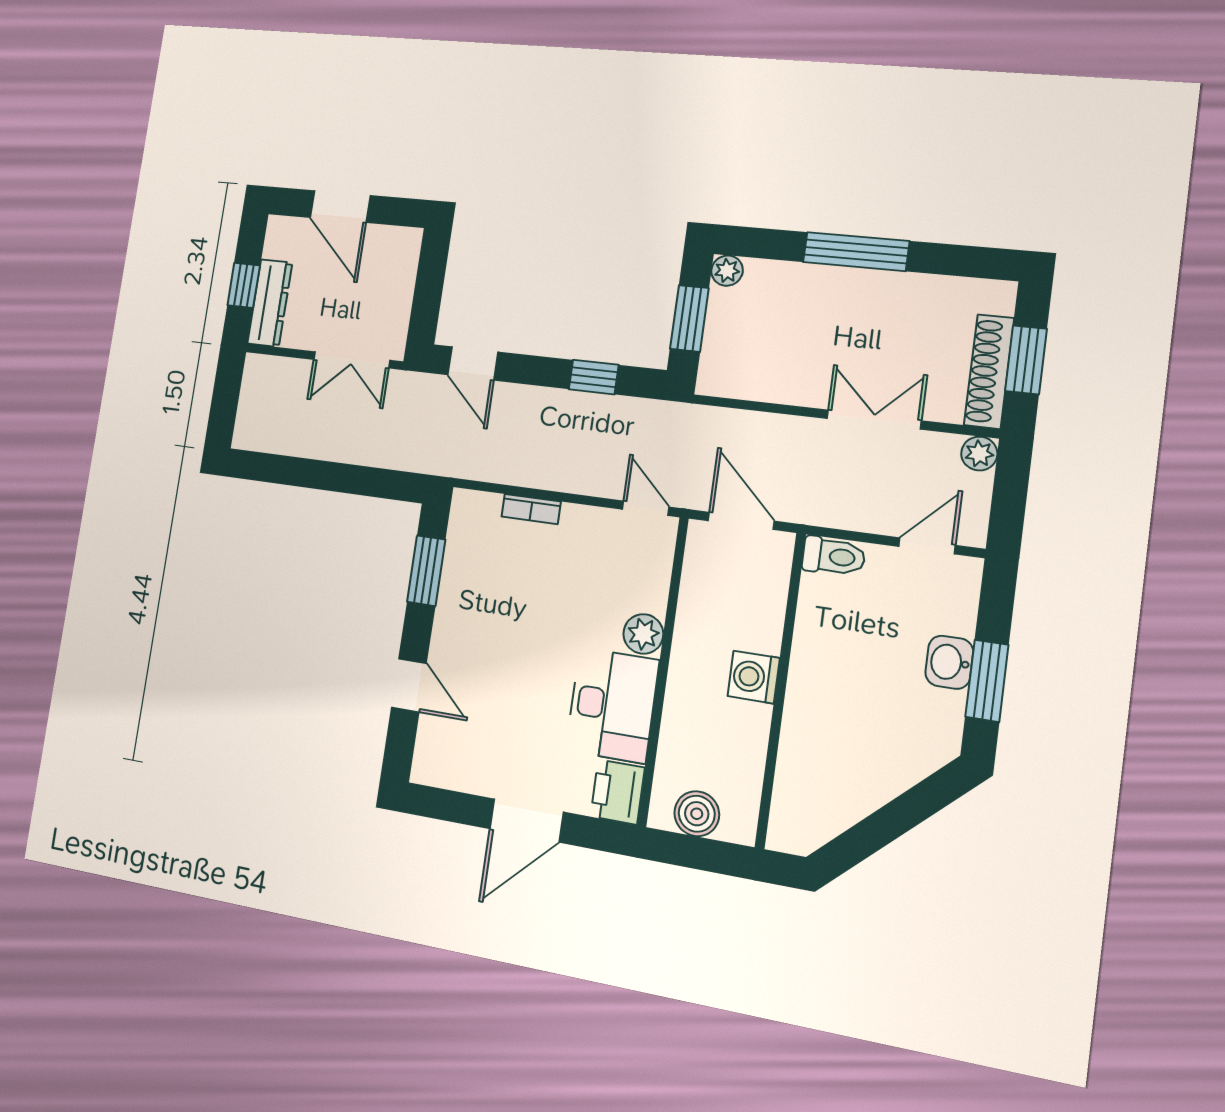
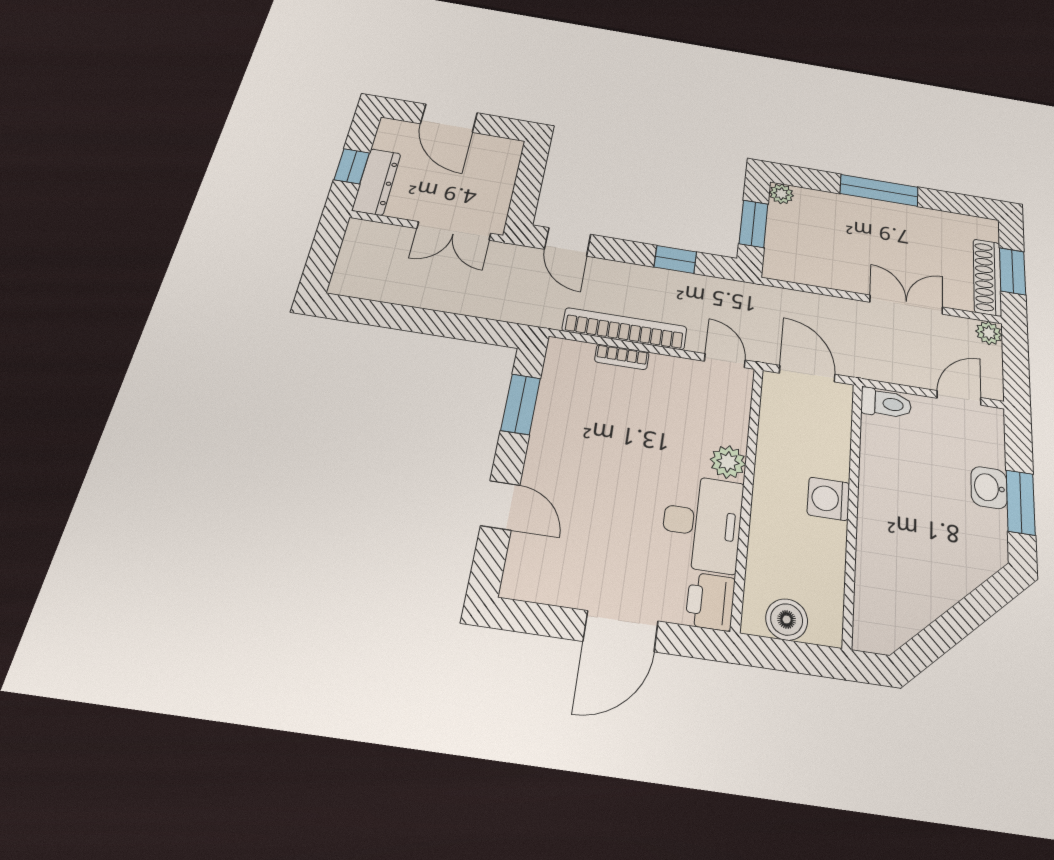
bookcase: (535, 473) -> (625, 329), added

